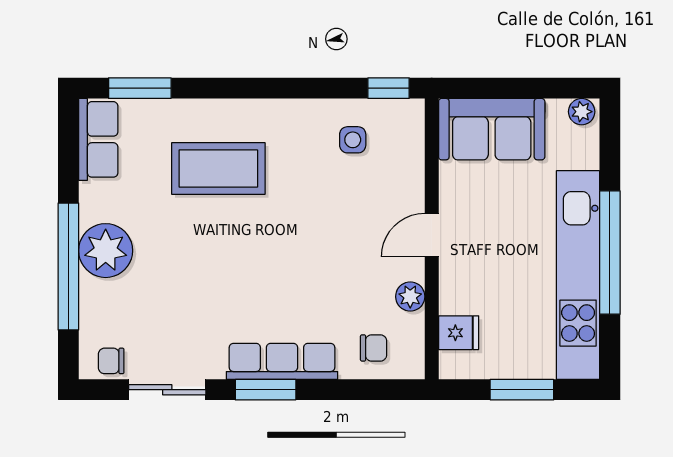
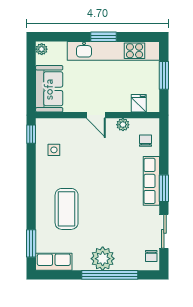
window: (610, 253) -> (103, 37), width x0.47

